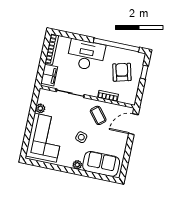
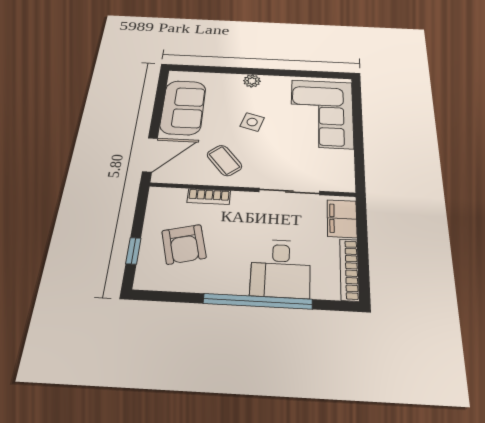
window: (116, 45) -> (258, 301), moved
desk: (86, 55) -> (281, 268), width x0.73
plant: (40, 108) -> (344, 158), removed
sofa: (101, 164) -> (183, 107), moved, turned -90

